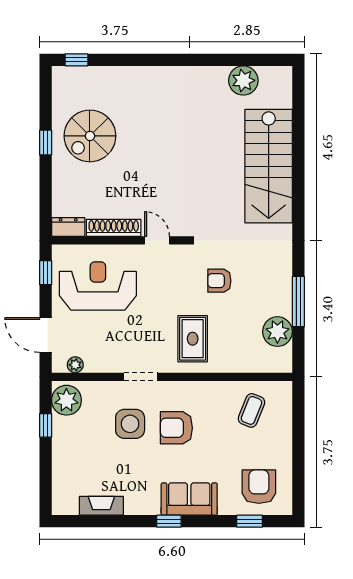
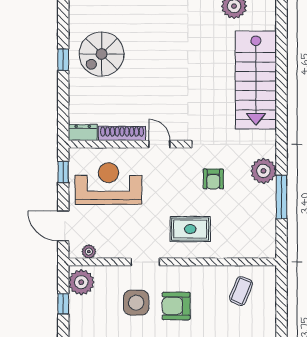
armchair: (219, 281) -> (213, 179), turned -90
plant: (277, 332) -> (263, 171), moved
rug: (193, 339) -> (190, 229), turned 90

